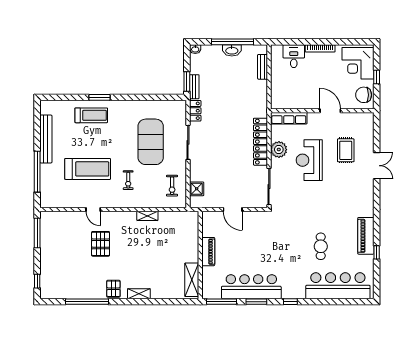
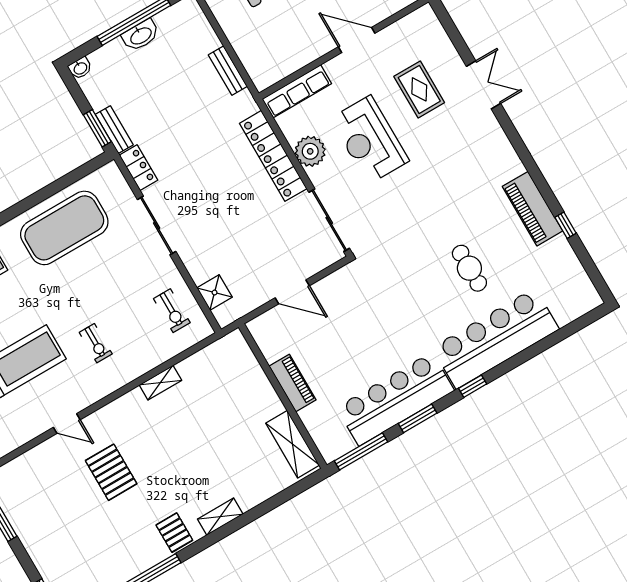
bench: (263, 67) -> (228, 71), moved
exercise mat: (151, 142) -> (64, 228), moved, turned 90
bar counter: (338, 286) -> (496, 338), moved

